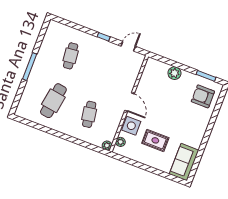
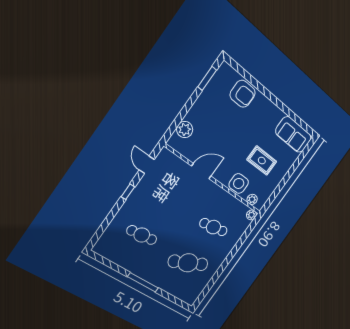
plant: (174, 73) -> (185, 130), moved
armchair: (203, 96) -> (243, 94), moved, turned -90
cafe table: (53, 101) -> (188, 263), turned -33
door: (130, 102) -> (201, 171), moved
rug: (155, 140) -> (262, 161), turned 90

